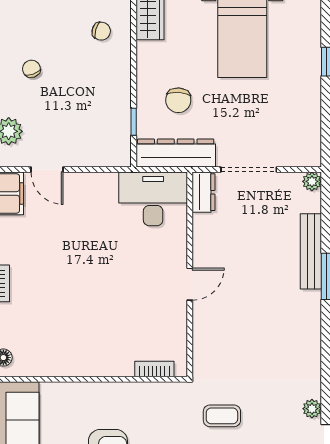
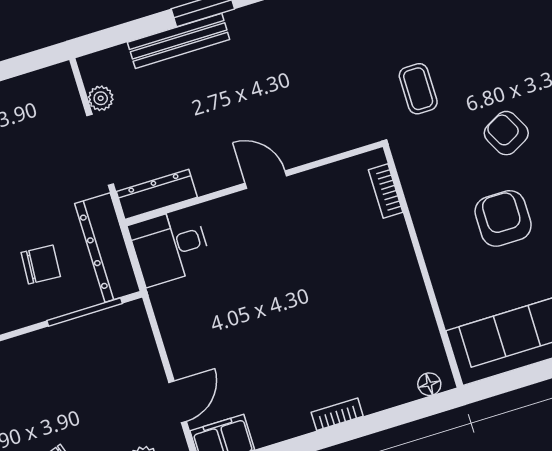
window: (134, 122) -> (85, 312), width x2.17
plant: (312, 181) -> (101, 98), moved
dresser: (204, 192) -> (157, 194), width x1.44
desk: (153, 199) -> (170, 247), width x0.73

